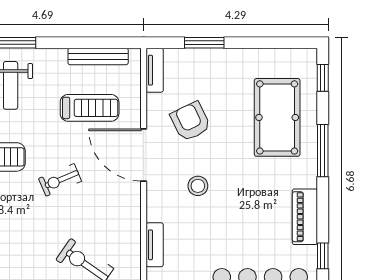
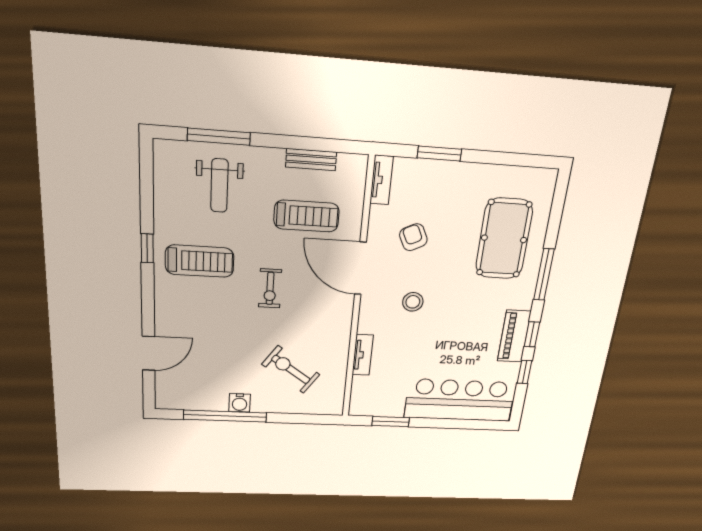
bench: (98, 56) -> (311, 160), width x0.73
window: (323, 78) -> (532, 334), moved
armchair: (190, 121) -> (413, 237), width x0.72, depth x0.72
exercise bike: (60, 180) -> (270, 288), turned -67

